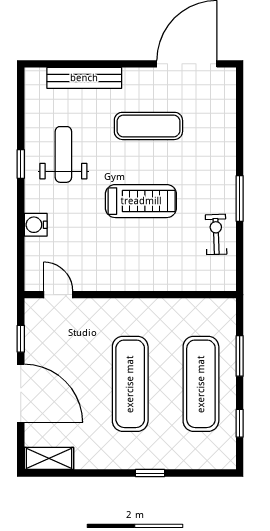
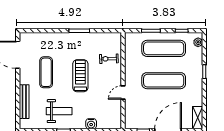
weight bench: (63, 154) -> (59, 111), turned 180
exercise bike: (216, 234) -> (109, 59), moved
door: (58, 295) -> (123, 93), moved
plant: (214, 459) -> (198, 42), added

